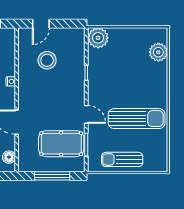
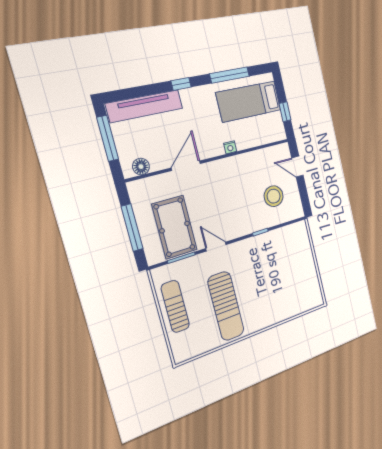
plant: (98, 38) -> (298, 234), removed
plant: (158, 52) -> (299, 304), removed
stool: (47, 60) -> (274, 196), moved
door: (86, 114) -> (216, 247), swing flipped

